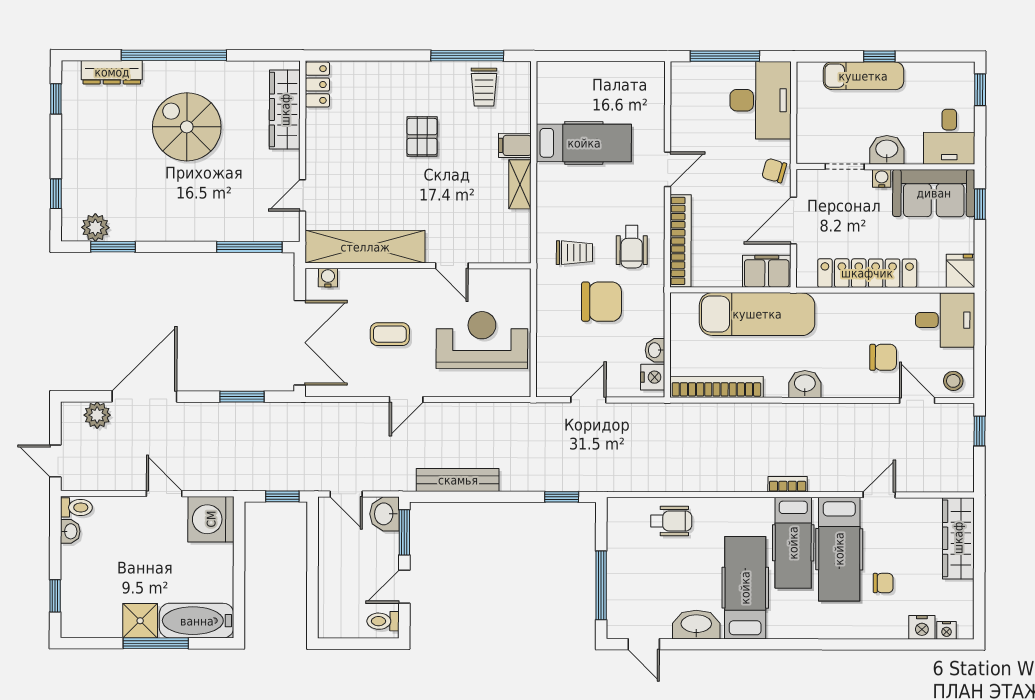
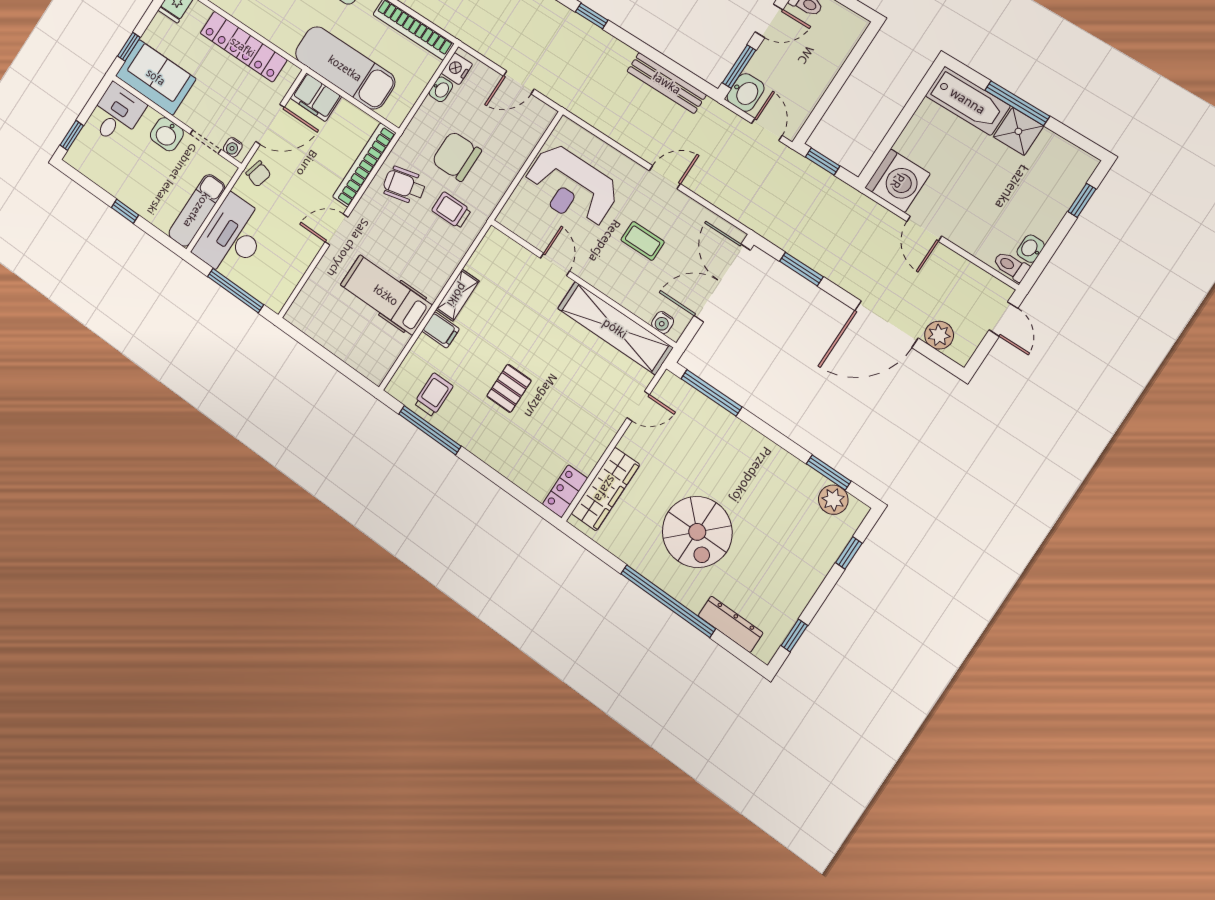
exam couch: (863, 76) -> (197, 210), moved, turned -90
water cooler: (882, 178) -> (233, 147), moved
wheelchair: (632, 247) -> (404, 185), turned -103

